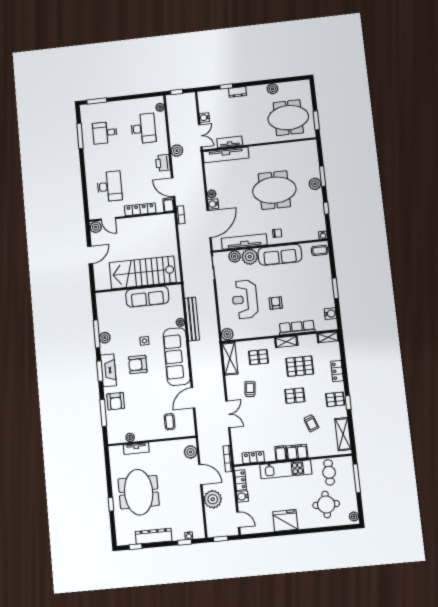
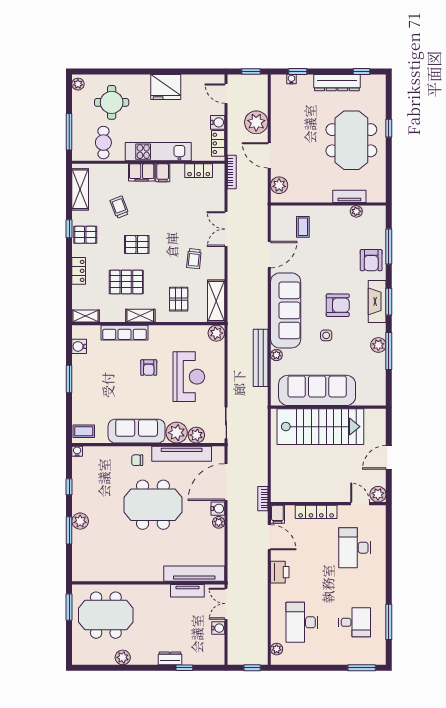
plant: (177, 151) -> (259, 587), removed
meeting table: (274, 190) -> (153, 505), moved
sofa: (147, 297) -> (317, 390), width x1.36, depth x1.27
pallet: (258, 357) -> (179, 299), turned 90
armchair: (116, 401) -> (371, 260), turned 180

